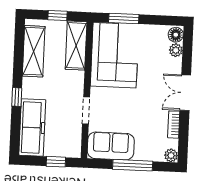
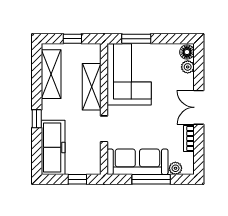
shelving: (76, 45) -> (92, 87), moved
sofa: (111, 146) -> (137, 162), width x1.36
plant: (171, 155) -> (175, 168), moved

